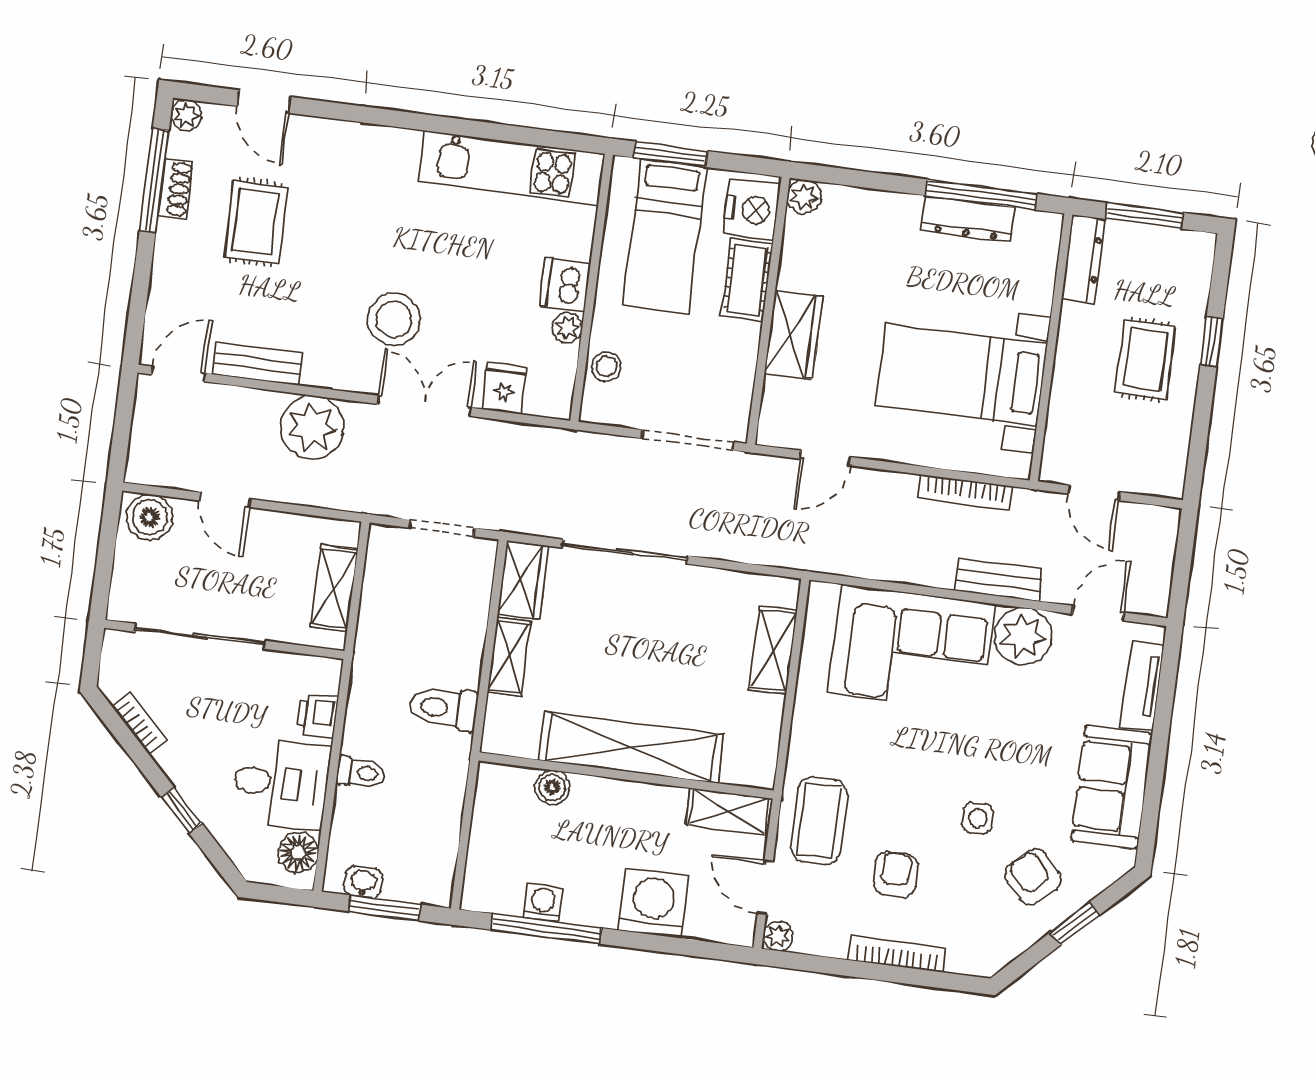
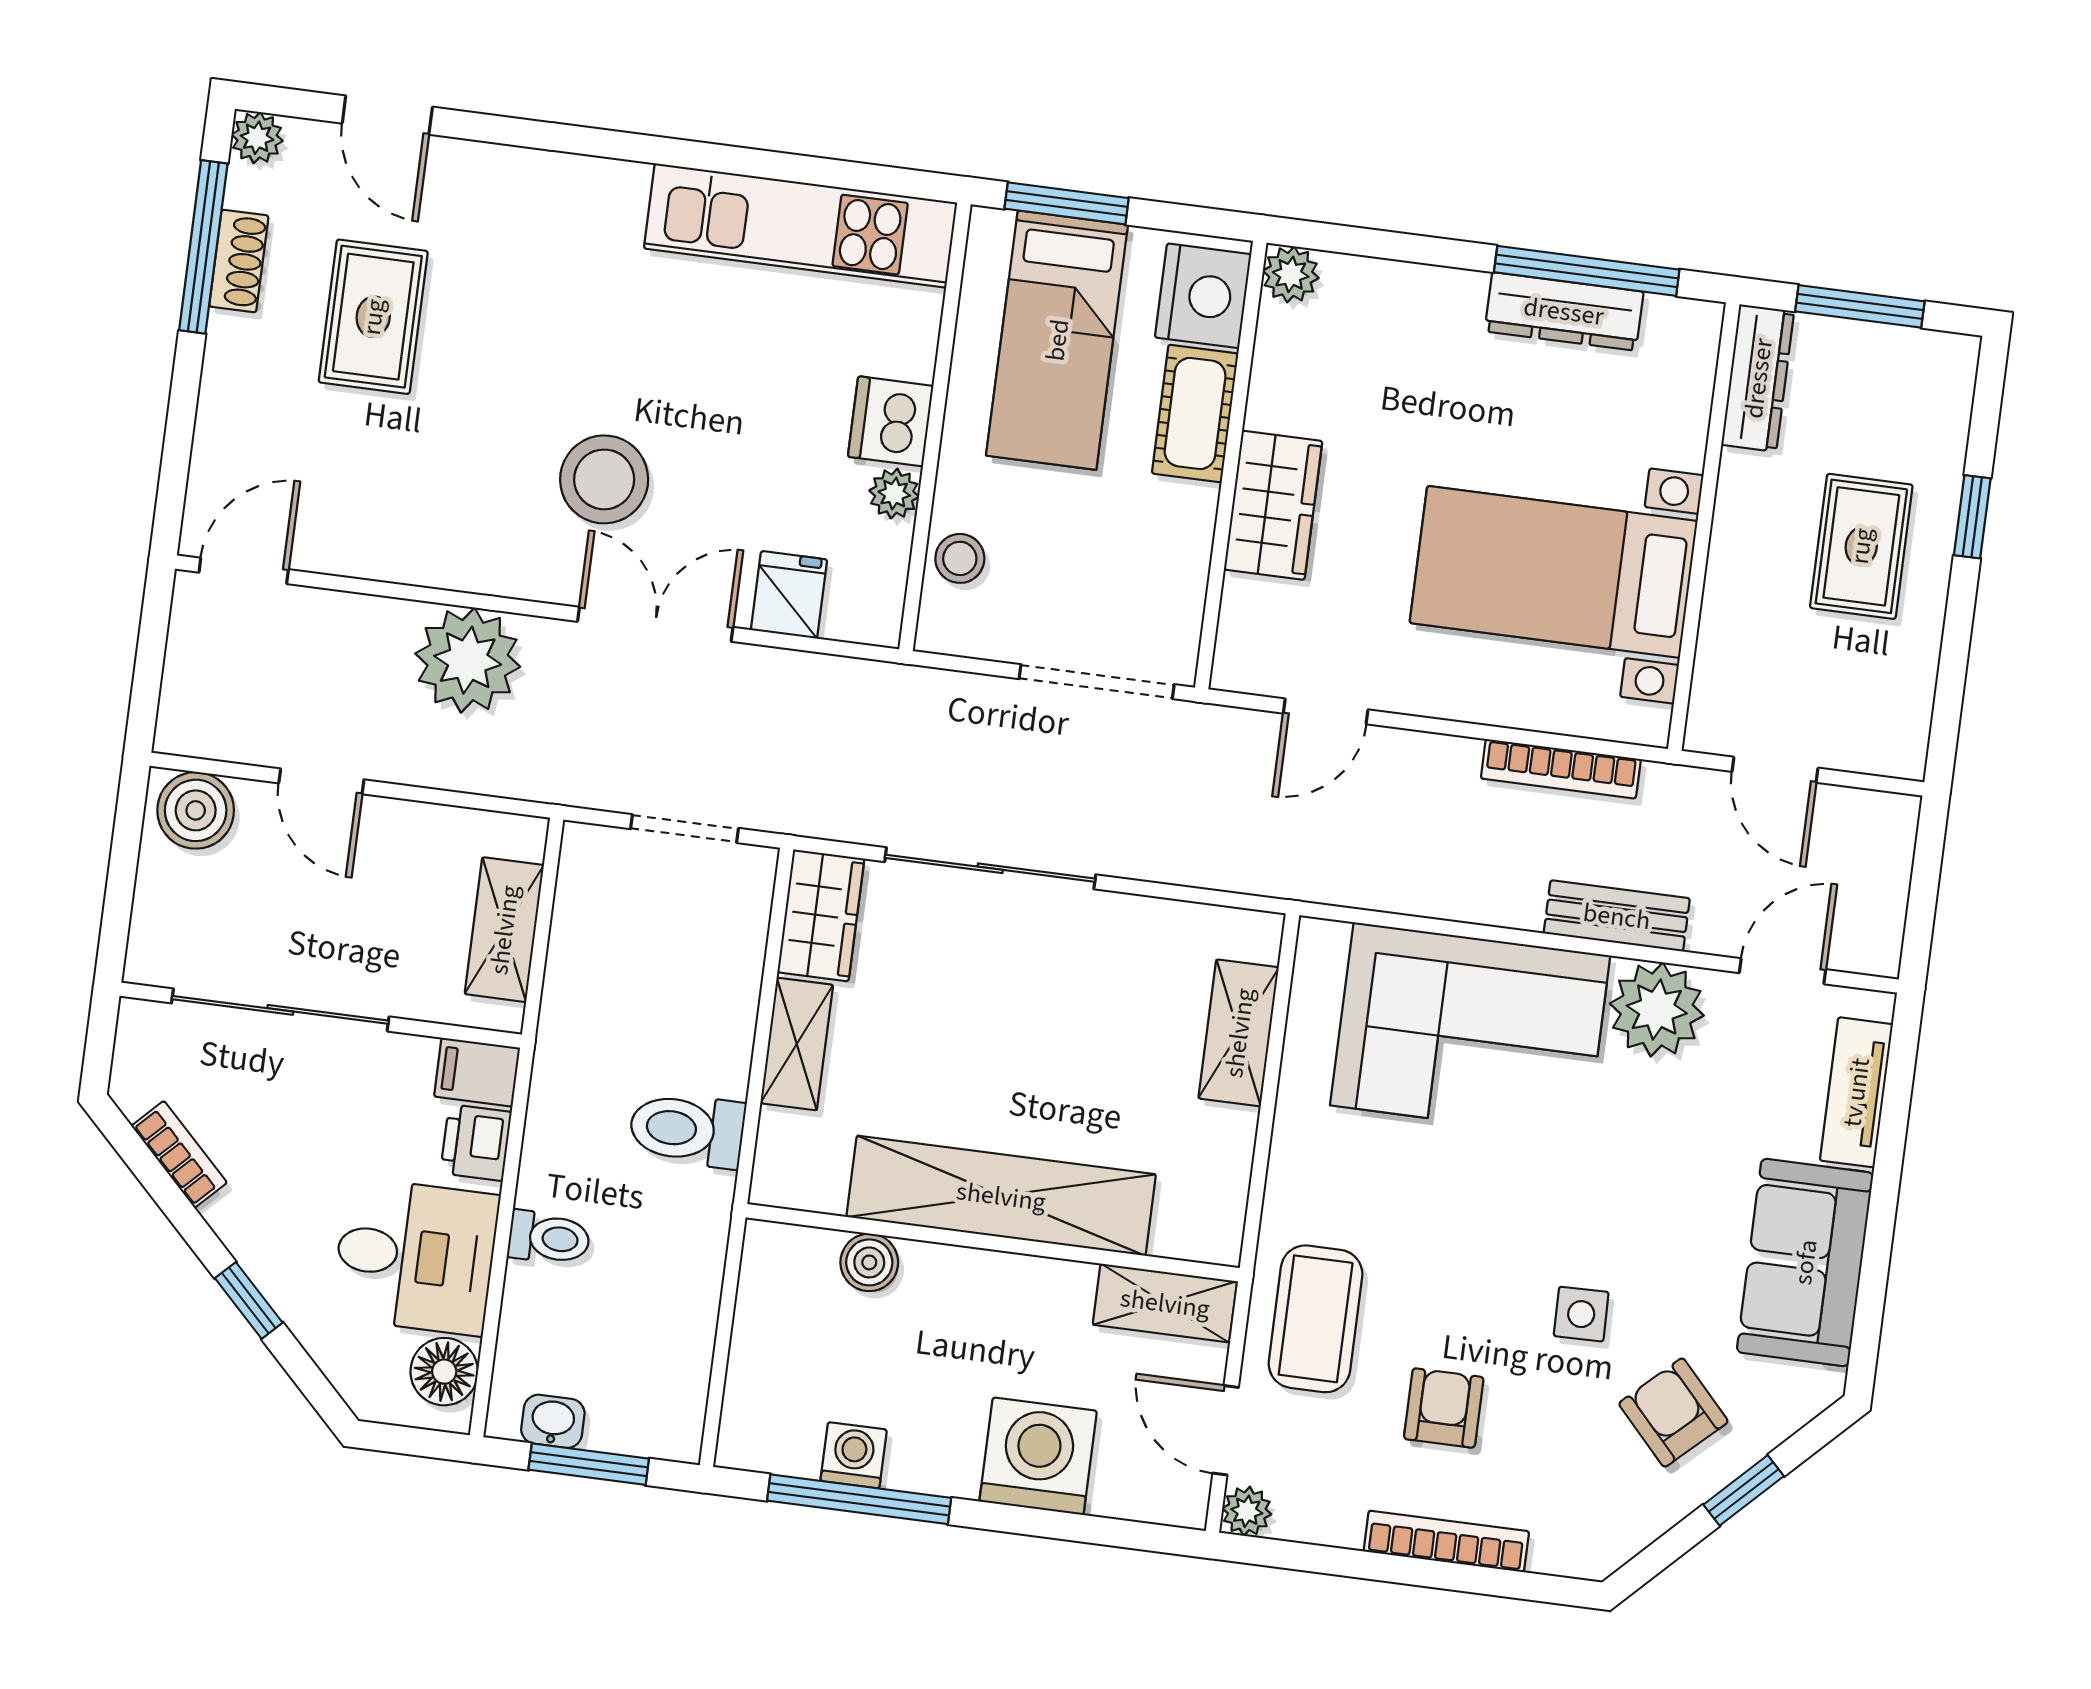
bench: (258, 363) -> (376, 553), removed
filing cabinet: (318, 674) -> (477, 1072), added

